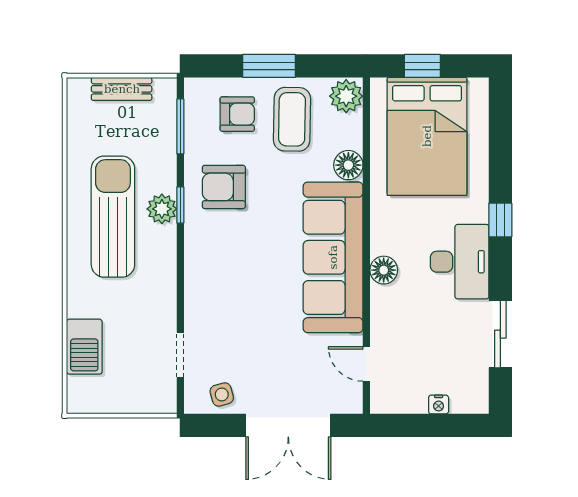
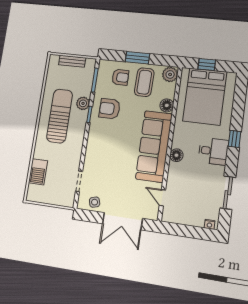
plant: (162, 209) -> (83, 103), moved
desk: (460, 262) -> (213, 151), width x0.73
nightstand: (439, 405) -> (210, 224), moved

